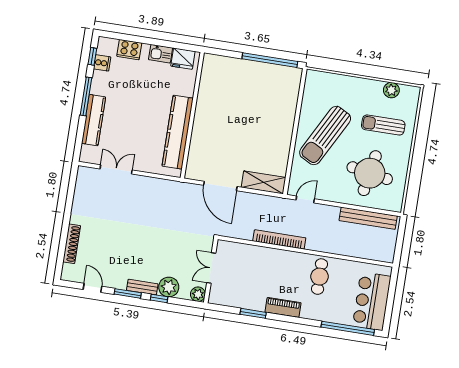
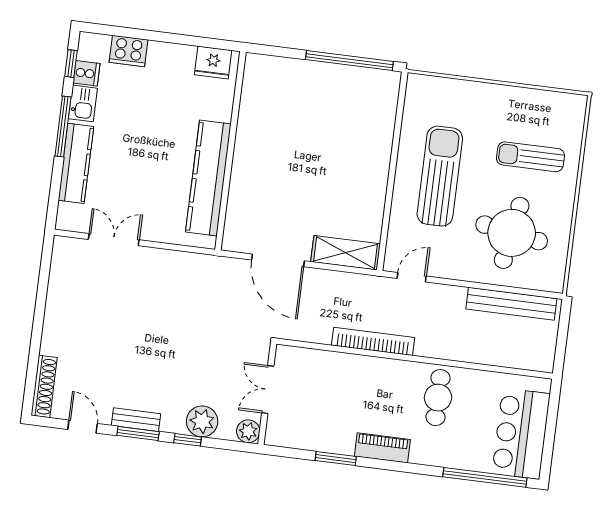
kitchen sink: (161, 54) -> (83, 103), moved, turned -90
plant: (391, 90) -> (541, 102), removed
sun lounger: (325, 136) -> (440, 176), turned 152
shoe rack: (72, 244) -> (44, 386), moved
bench: (142, 287) -> (136, 420), moved

